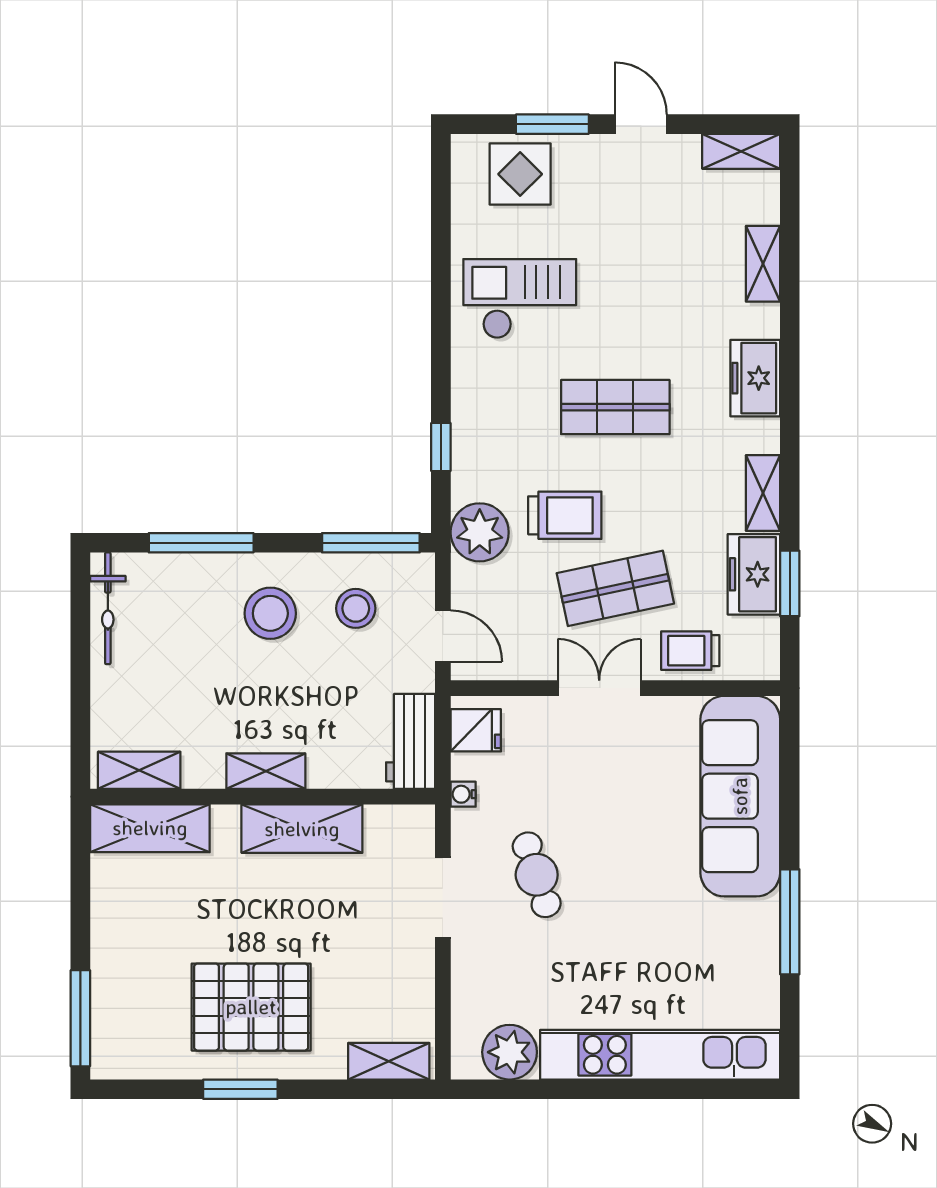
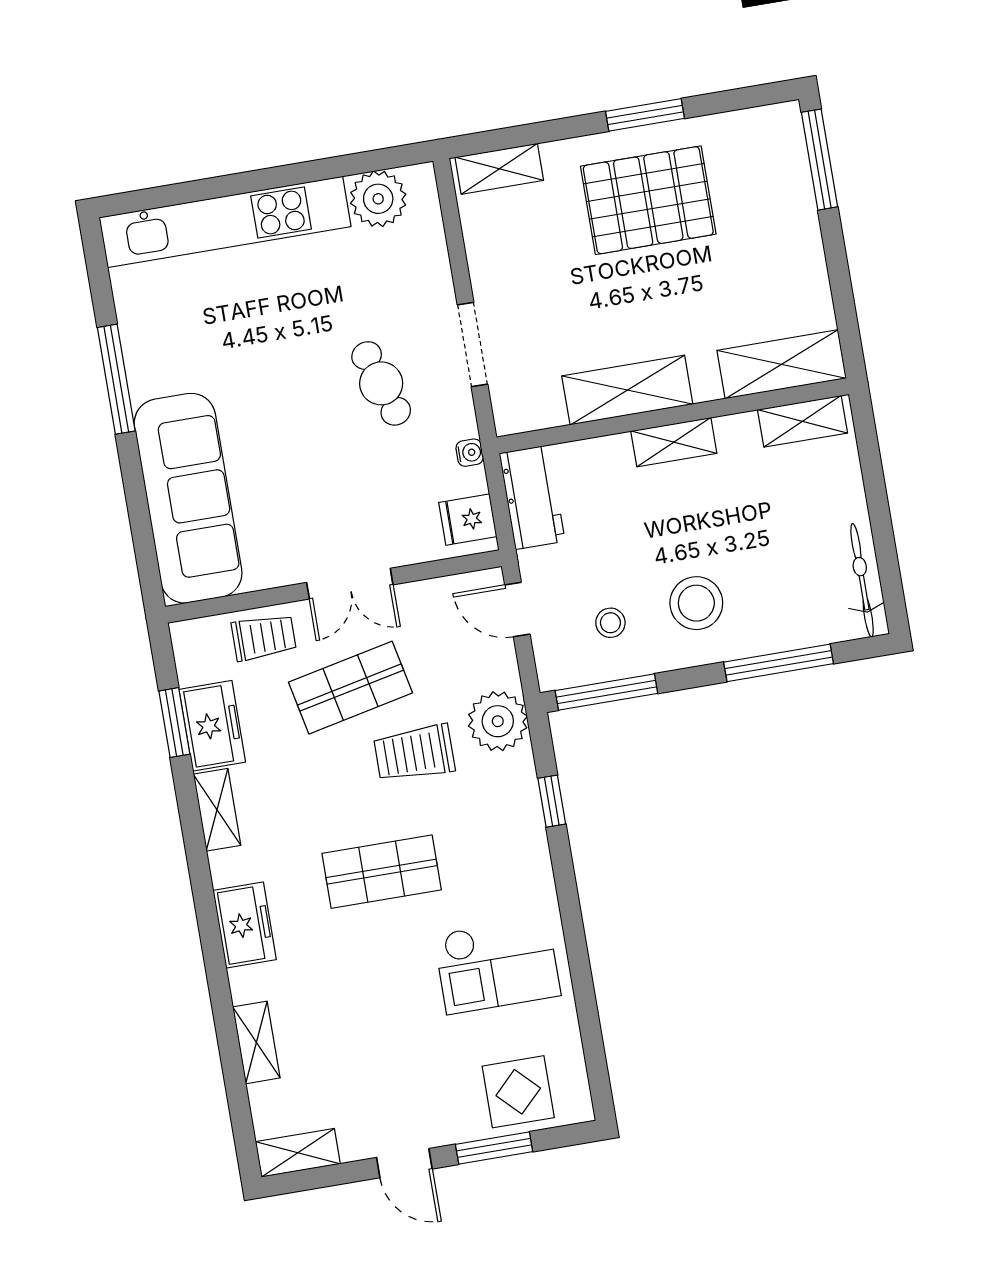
stool: (356, 608) -> (610, 623), width x0.73, depth x0.73

